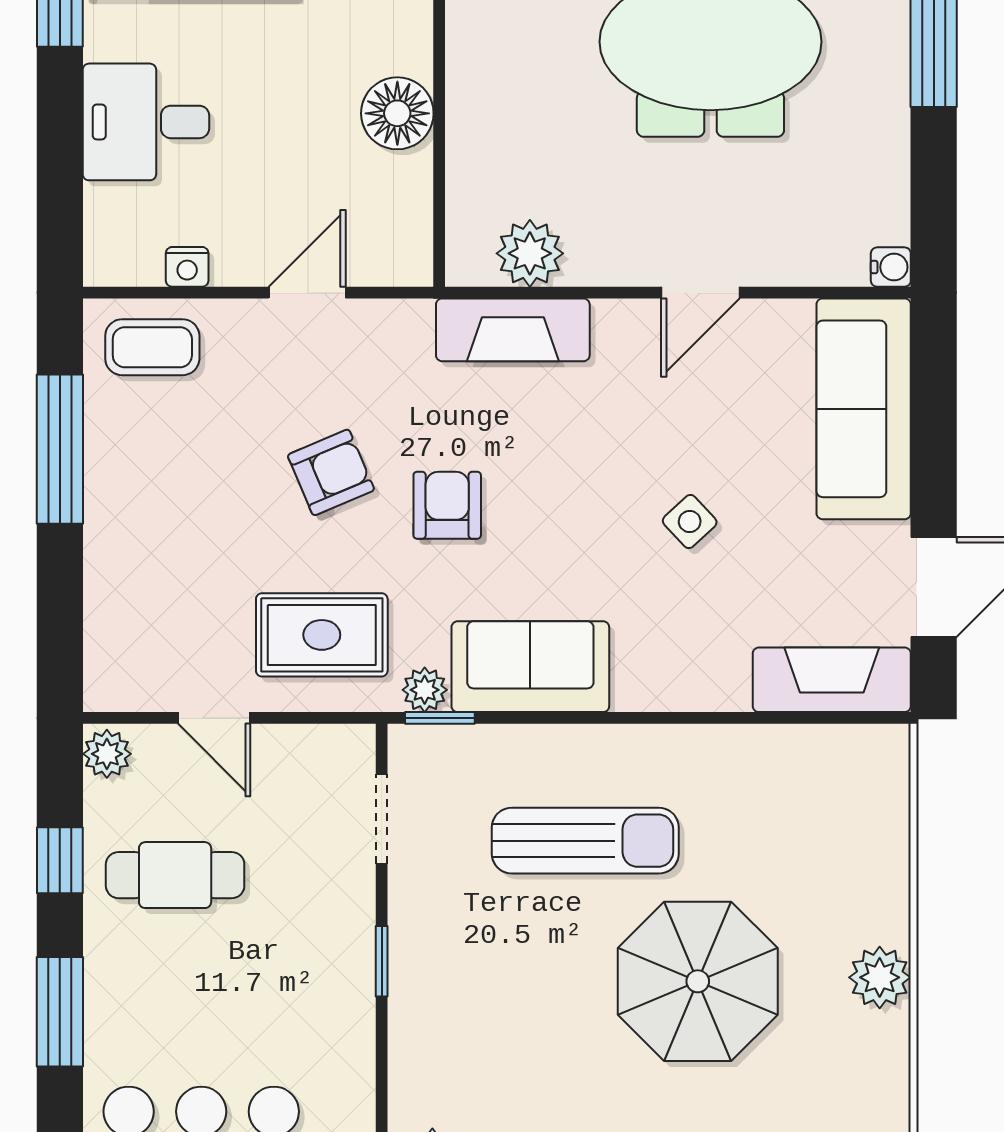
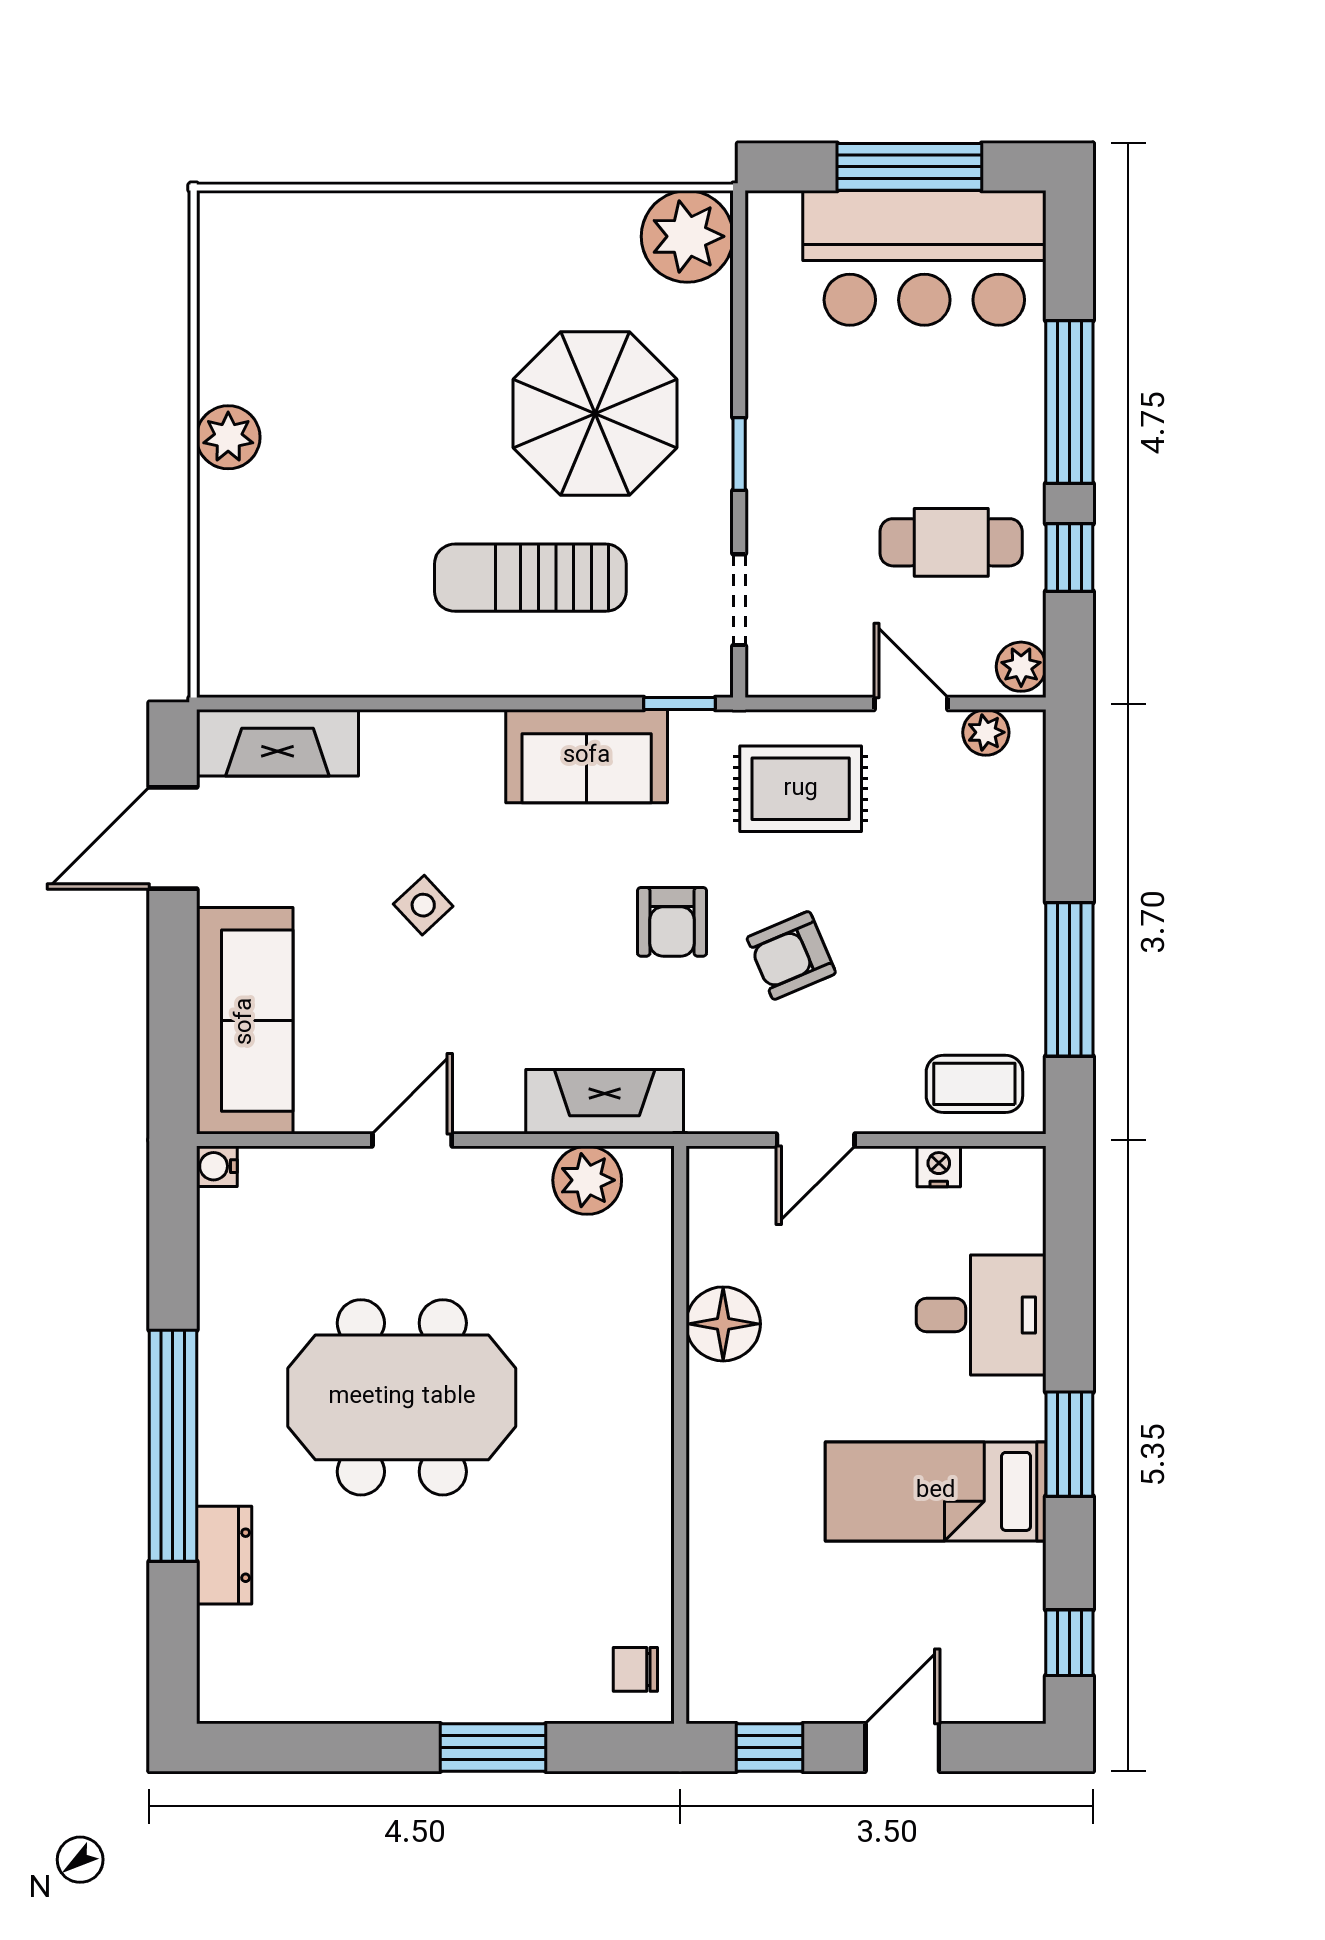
plant: (425, 690) -> (986, 732), moved
parasol: (698, 981) -> (595, 414), moved
window: (60, 1012) -> (1069, 402), width x1.44

